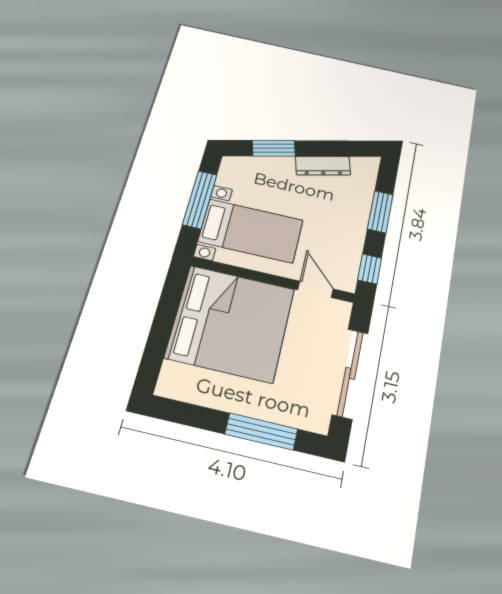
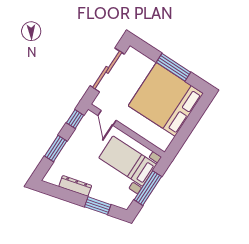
bed: (230, 323) -> (166, 100), moved
window: (261, 432) -> (173, 67), moved

